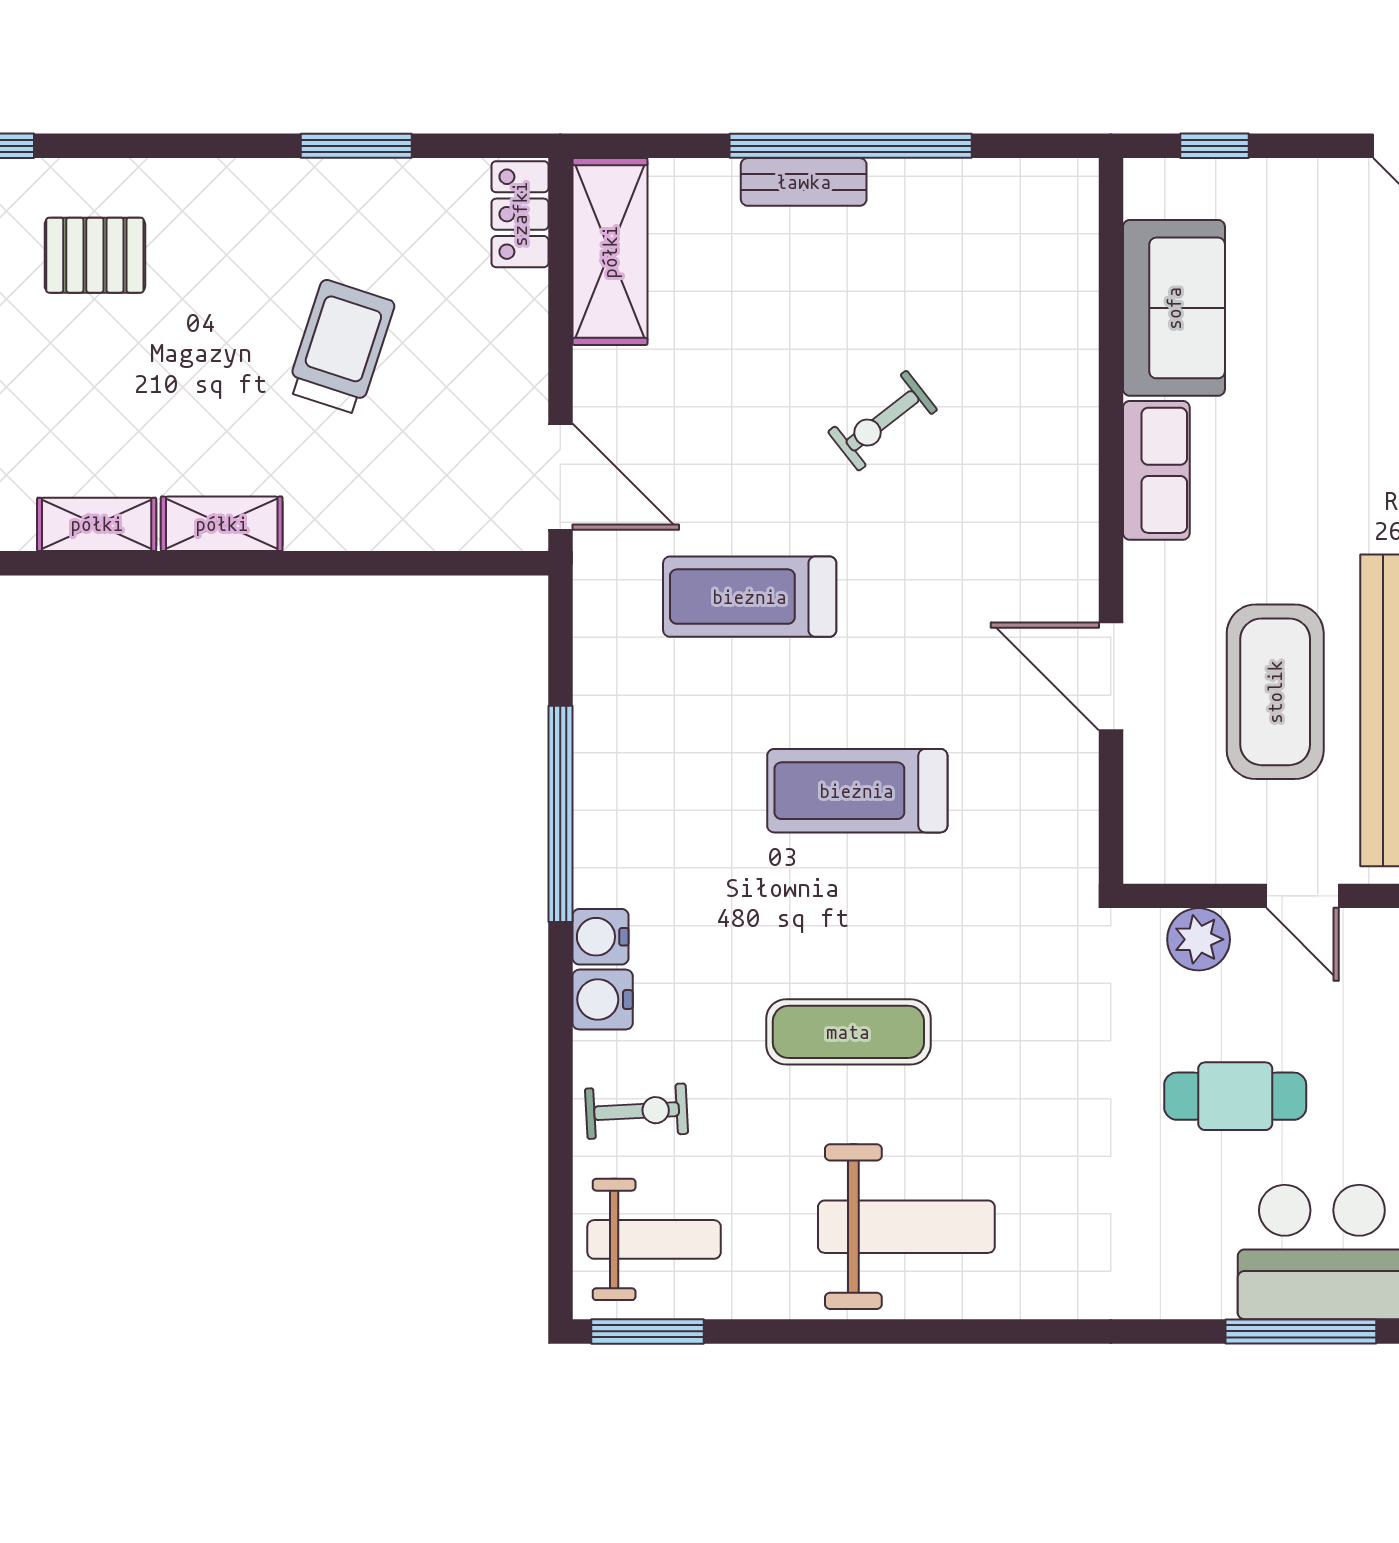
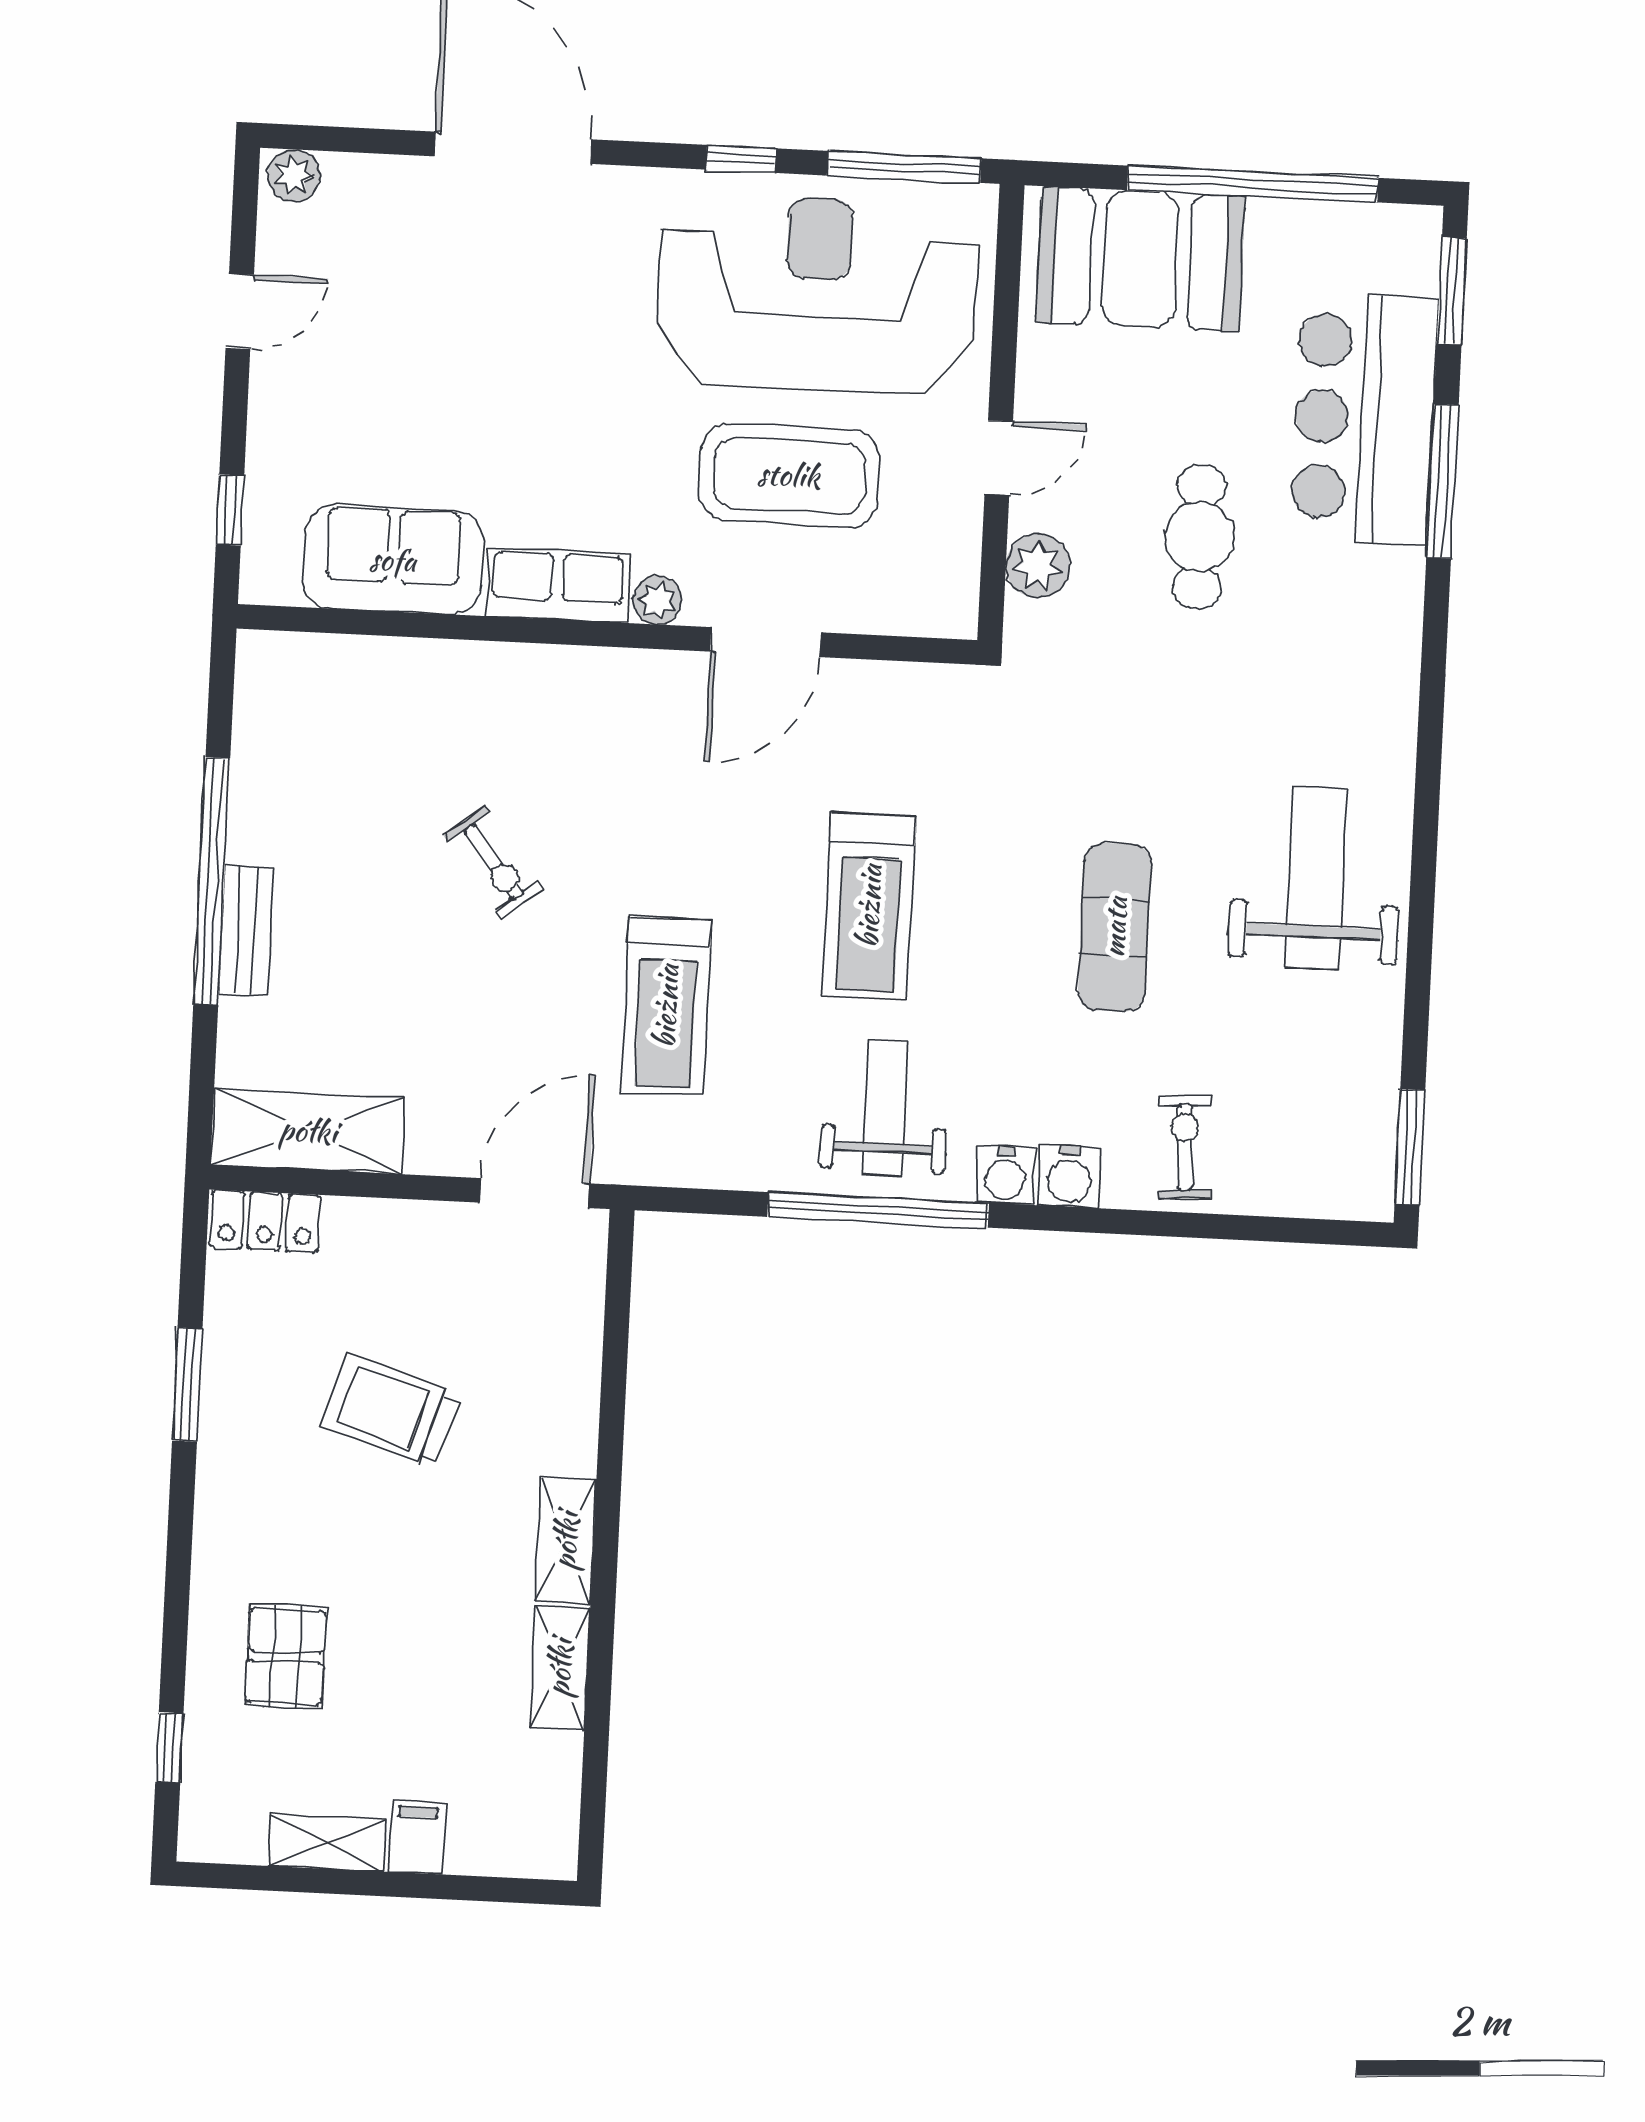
plant: (1147, 569) -> (657, 600), added
weight bench: (654, 1239) -> (885, 1108), moved

